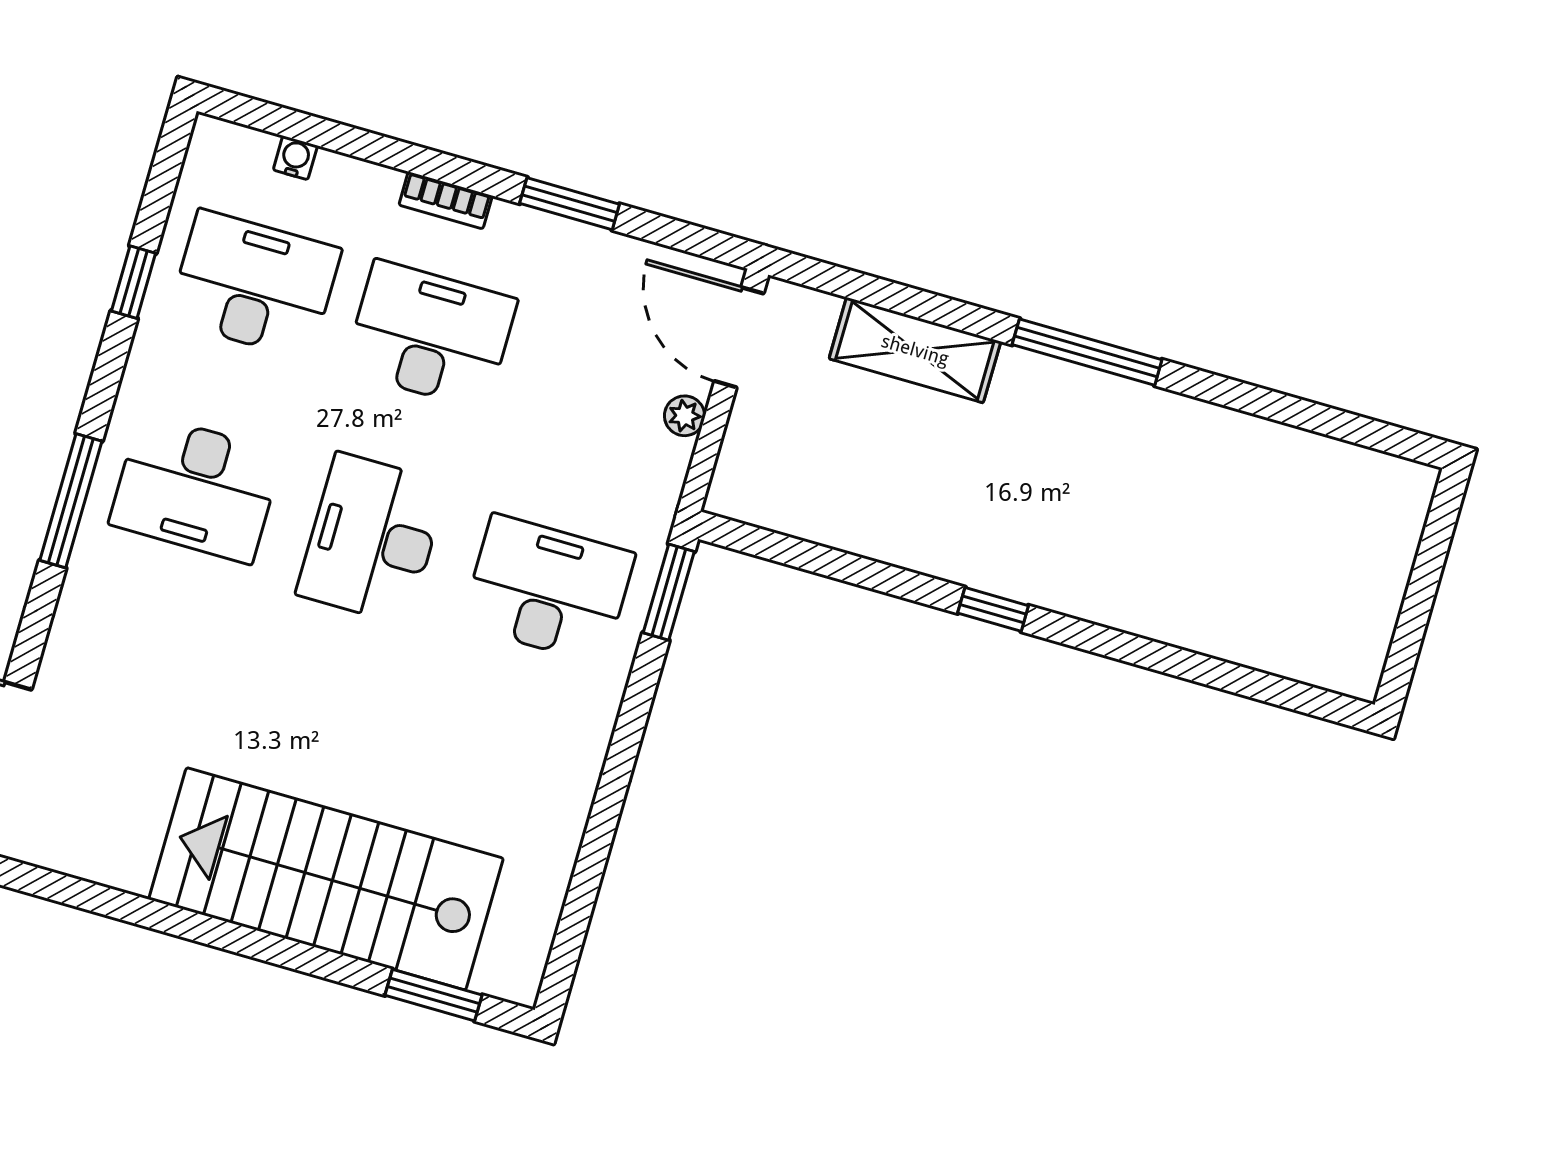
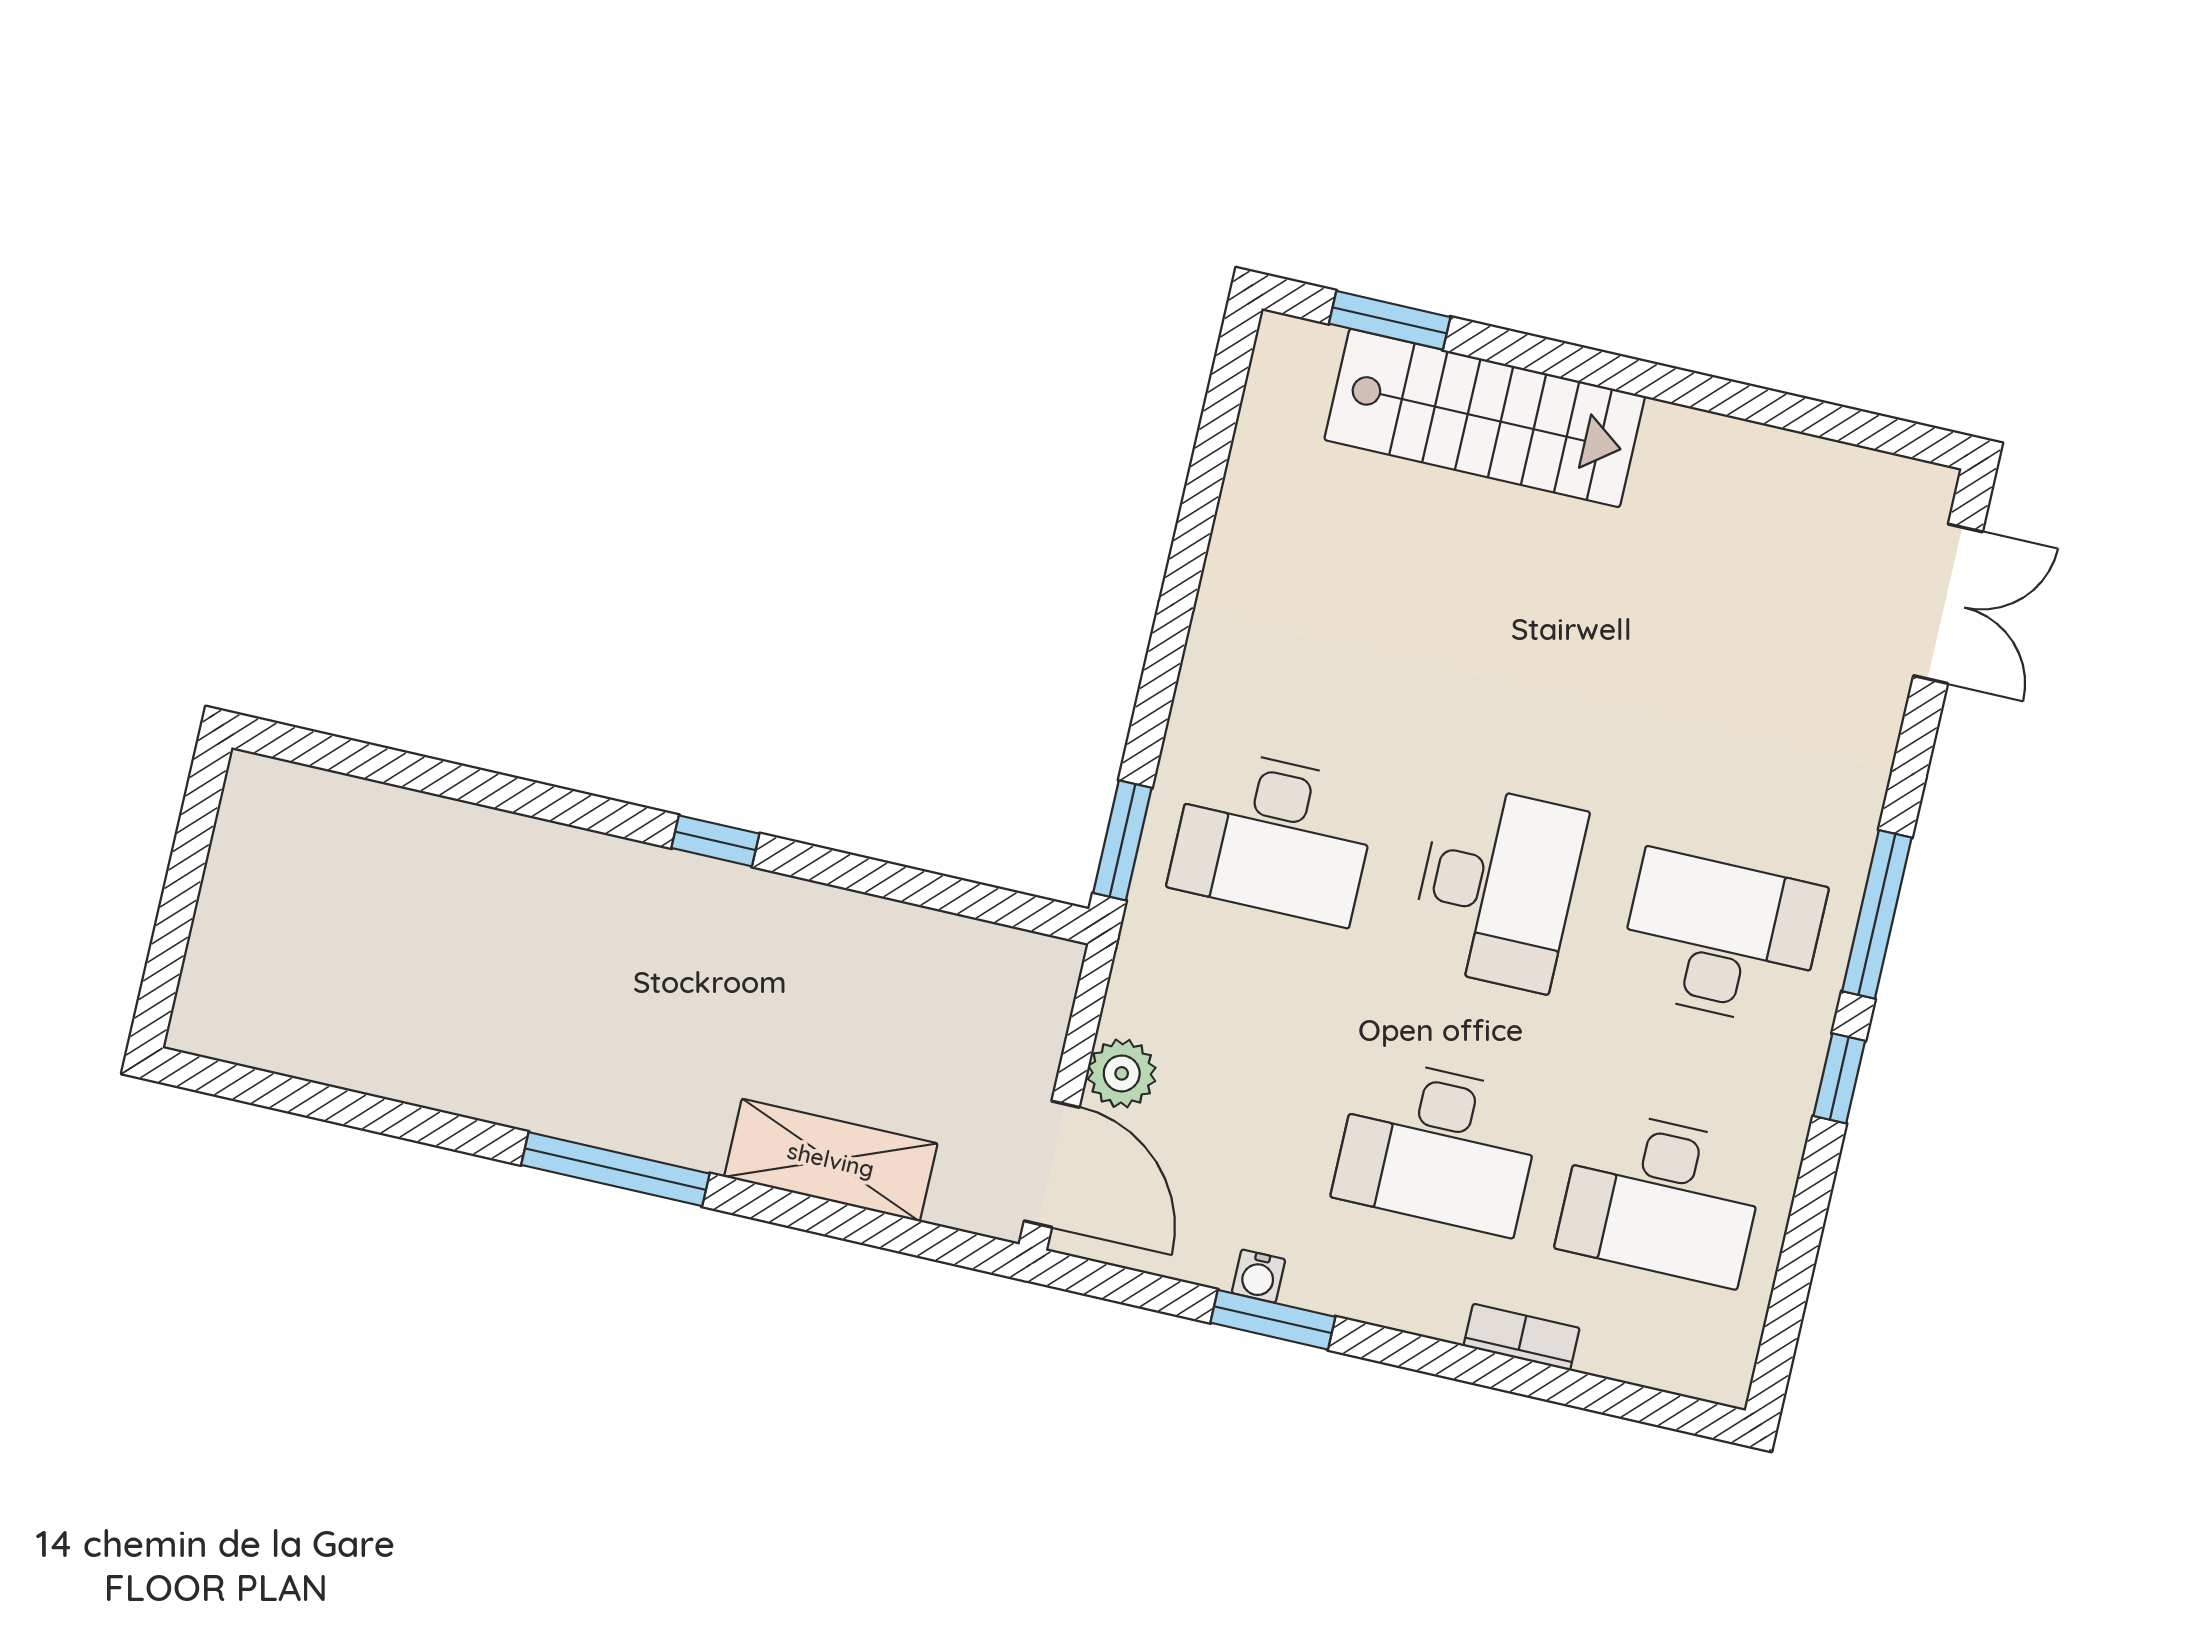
water cooler: (295, 158) -> (1258, 1276), moved
bookcase: (446, 200) -> (1522, 1337), moved
window: (134, 282) -> (1839, 1078), moved
plant: (685, 416) -> (1122, 1073), width x1.38, depth x1.38
stairs: (326, 879) -> (1485, 418), width x0.73, depth x0.66

